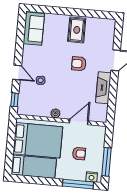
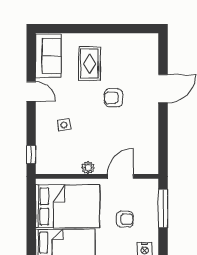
rug: (77, 30) -> (89, 64), moved
door: (17, 73) -> (31, 92), moved
fireplace: (103, 88) -> (150, 127), removed
window: (106, 162) -> (163, 209), moved

